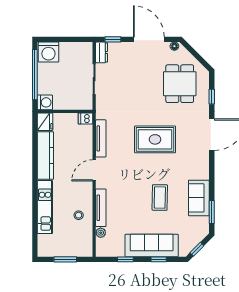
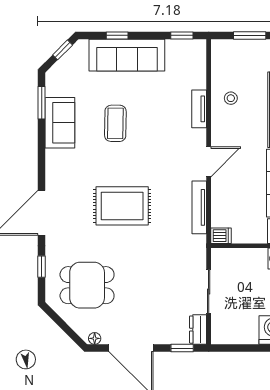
dining table: (180, 84) -> (87, 285), turned 90
tv unit: (101, 208) -> (199, 109), width x0.71
plant: (101, 233) -> (199, 73), removed
window: (125, 259) -> (182, 35), moved

